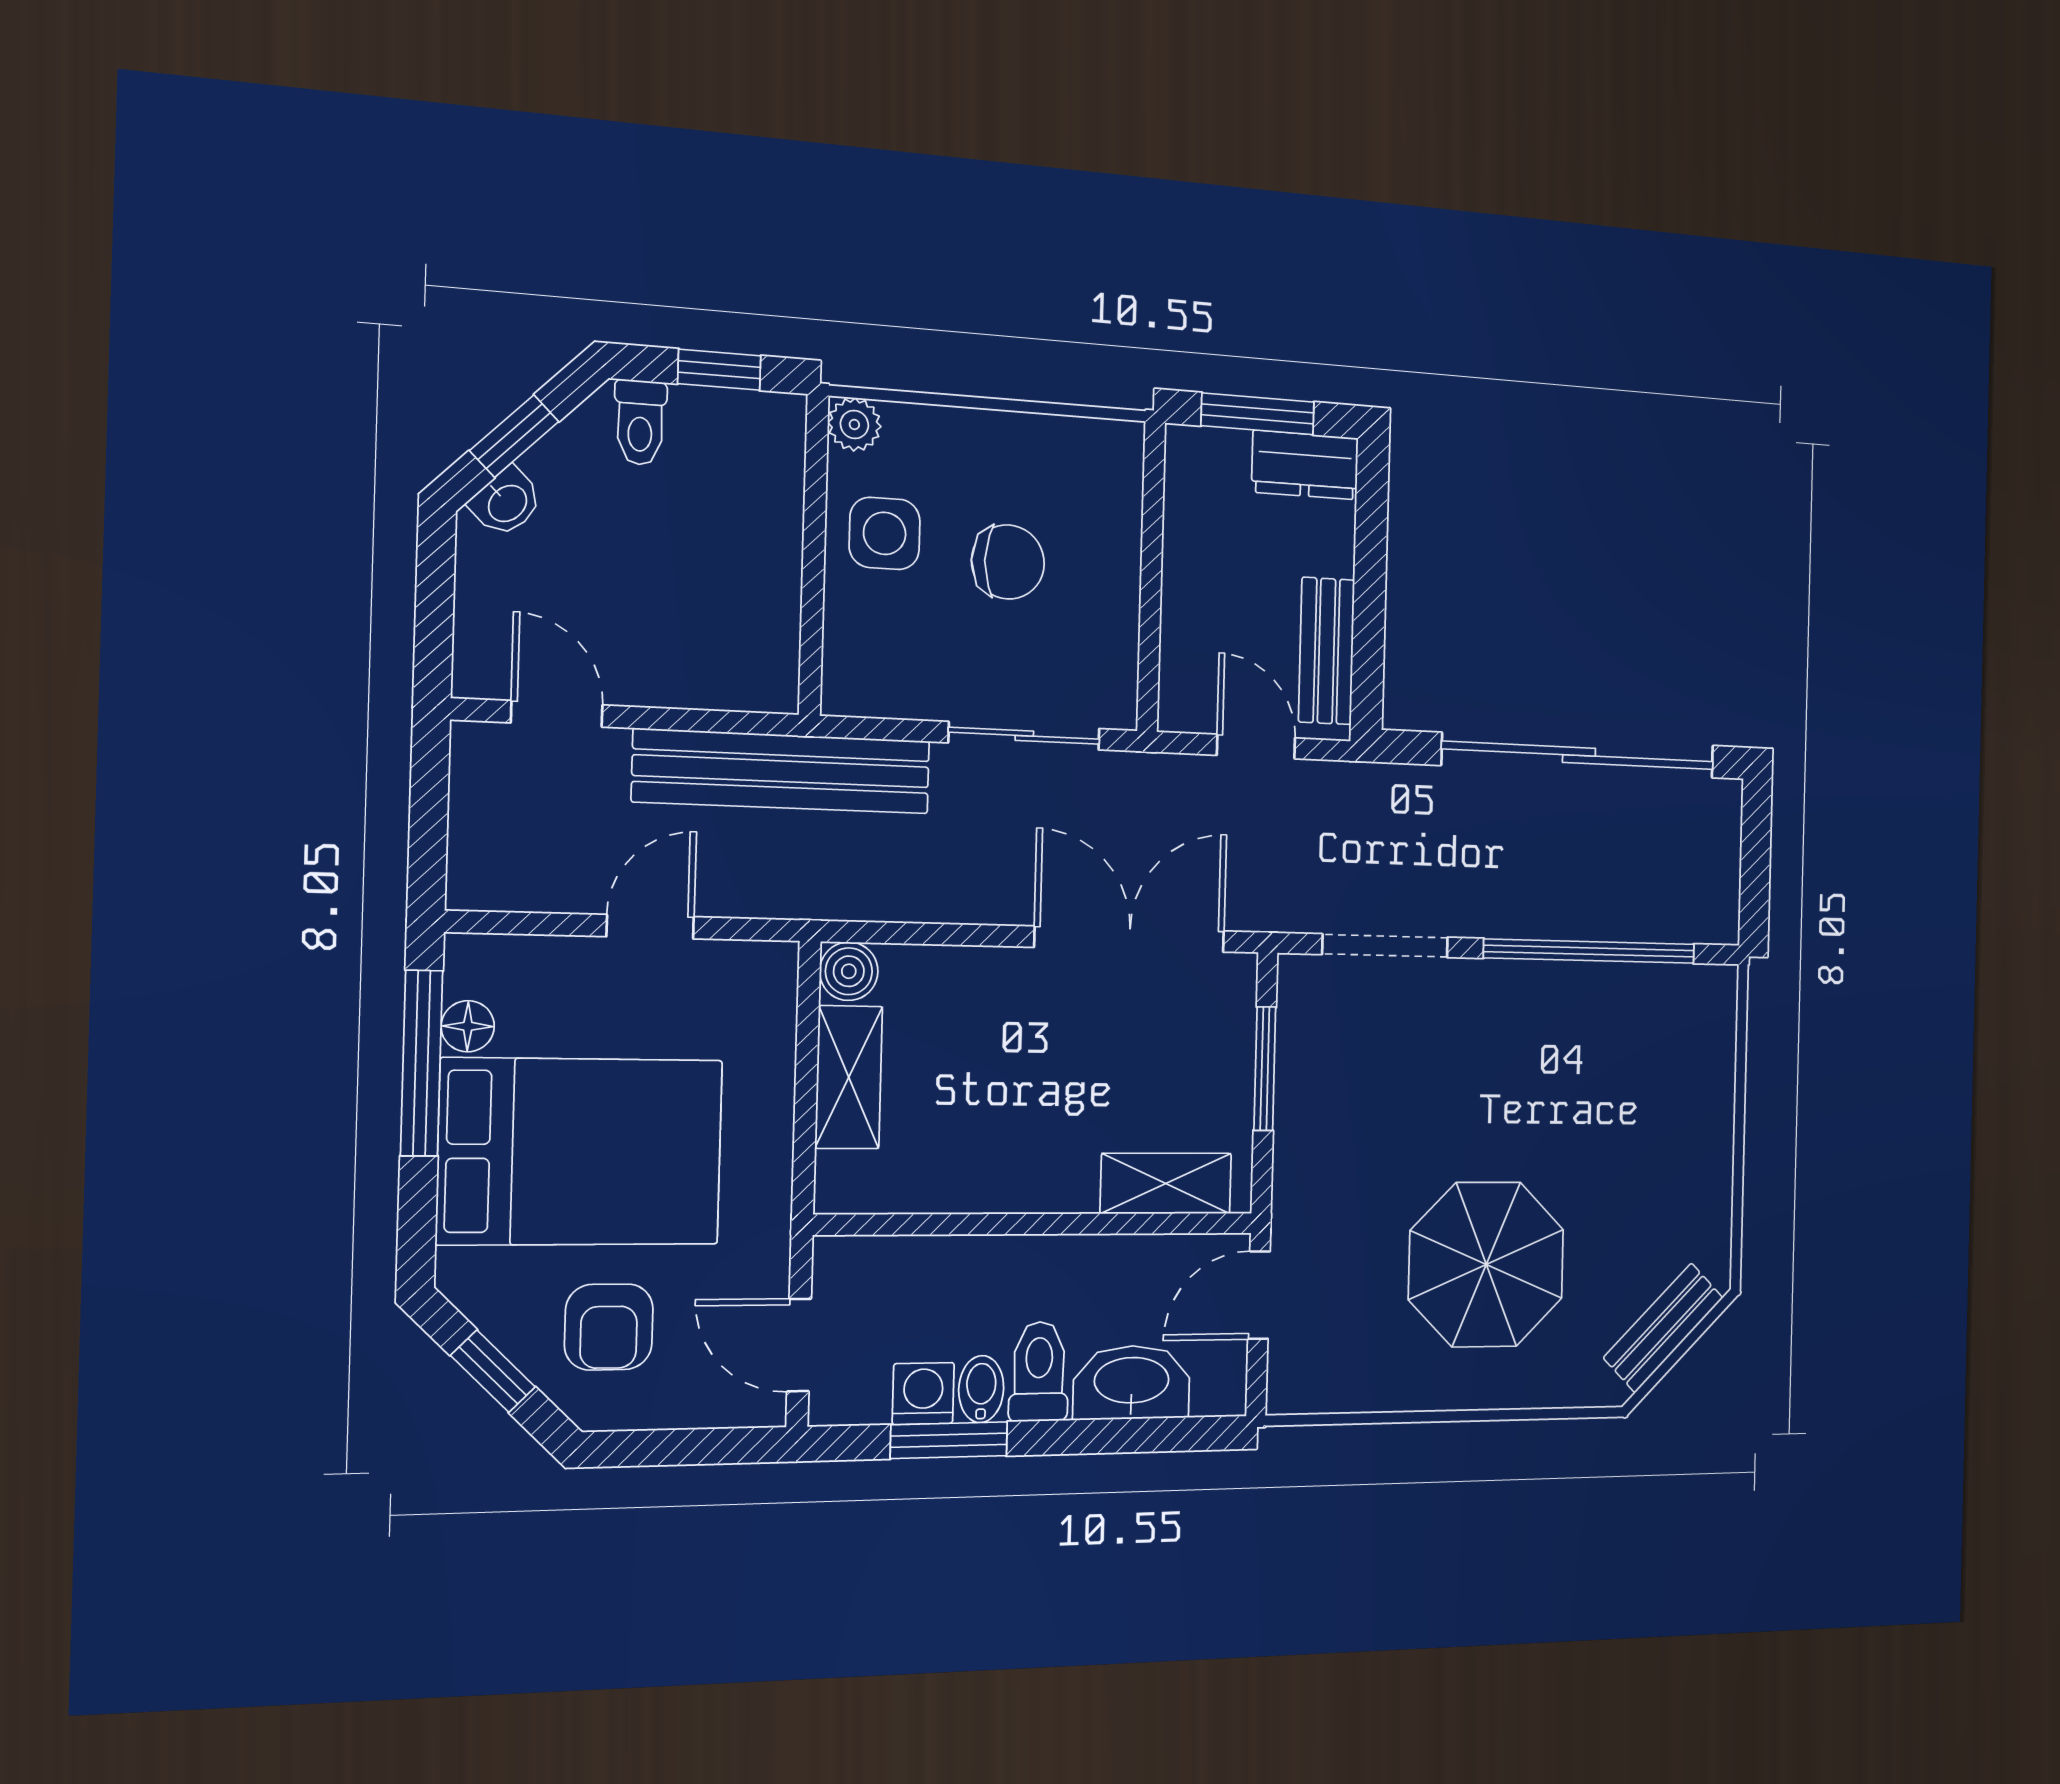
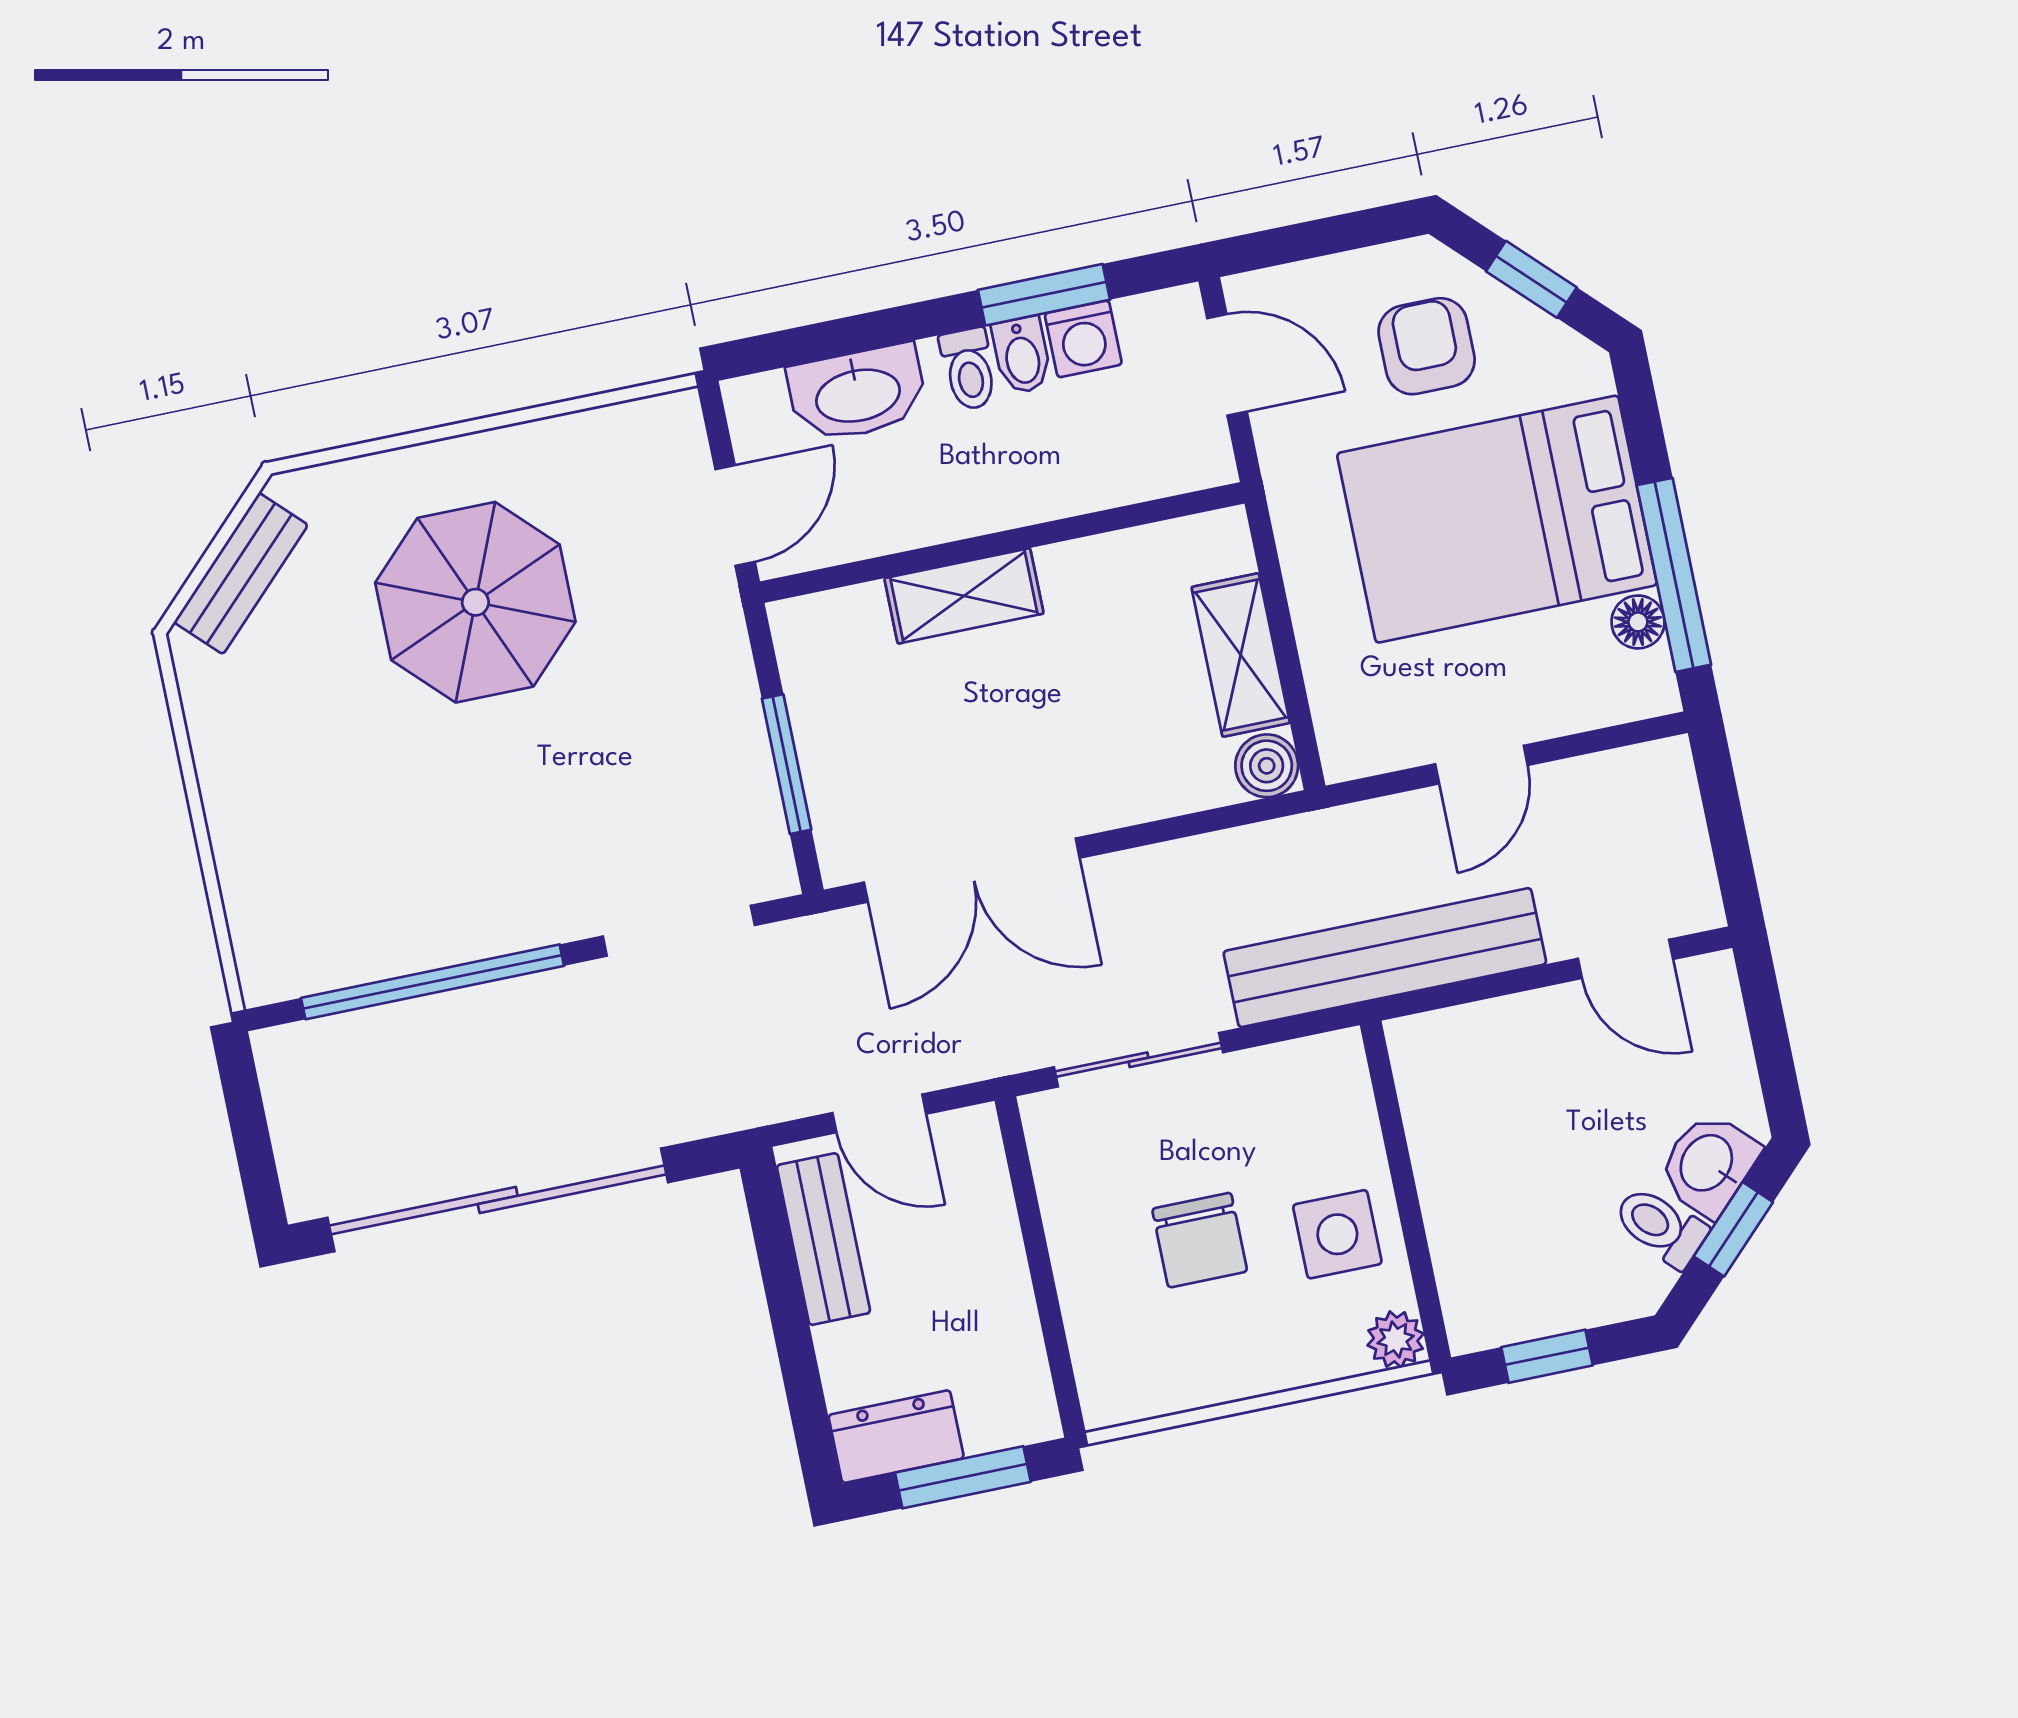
toilet: (640, 422) -> (1660, 1227), moved, turned -45
washbasin: (506, 502) -> (1708, 1164), width x1.38, depth x1.45
chair: (1008, 562) -> (1200, 1240), turned -90
shelving: (1166, 1183) -> (964, 596), moved
toilet: (1039, 1372) -> (969, 369), width x0.73, depth x0.72

